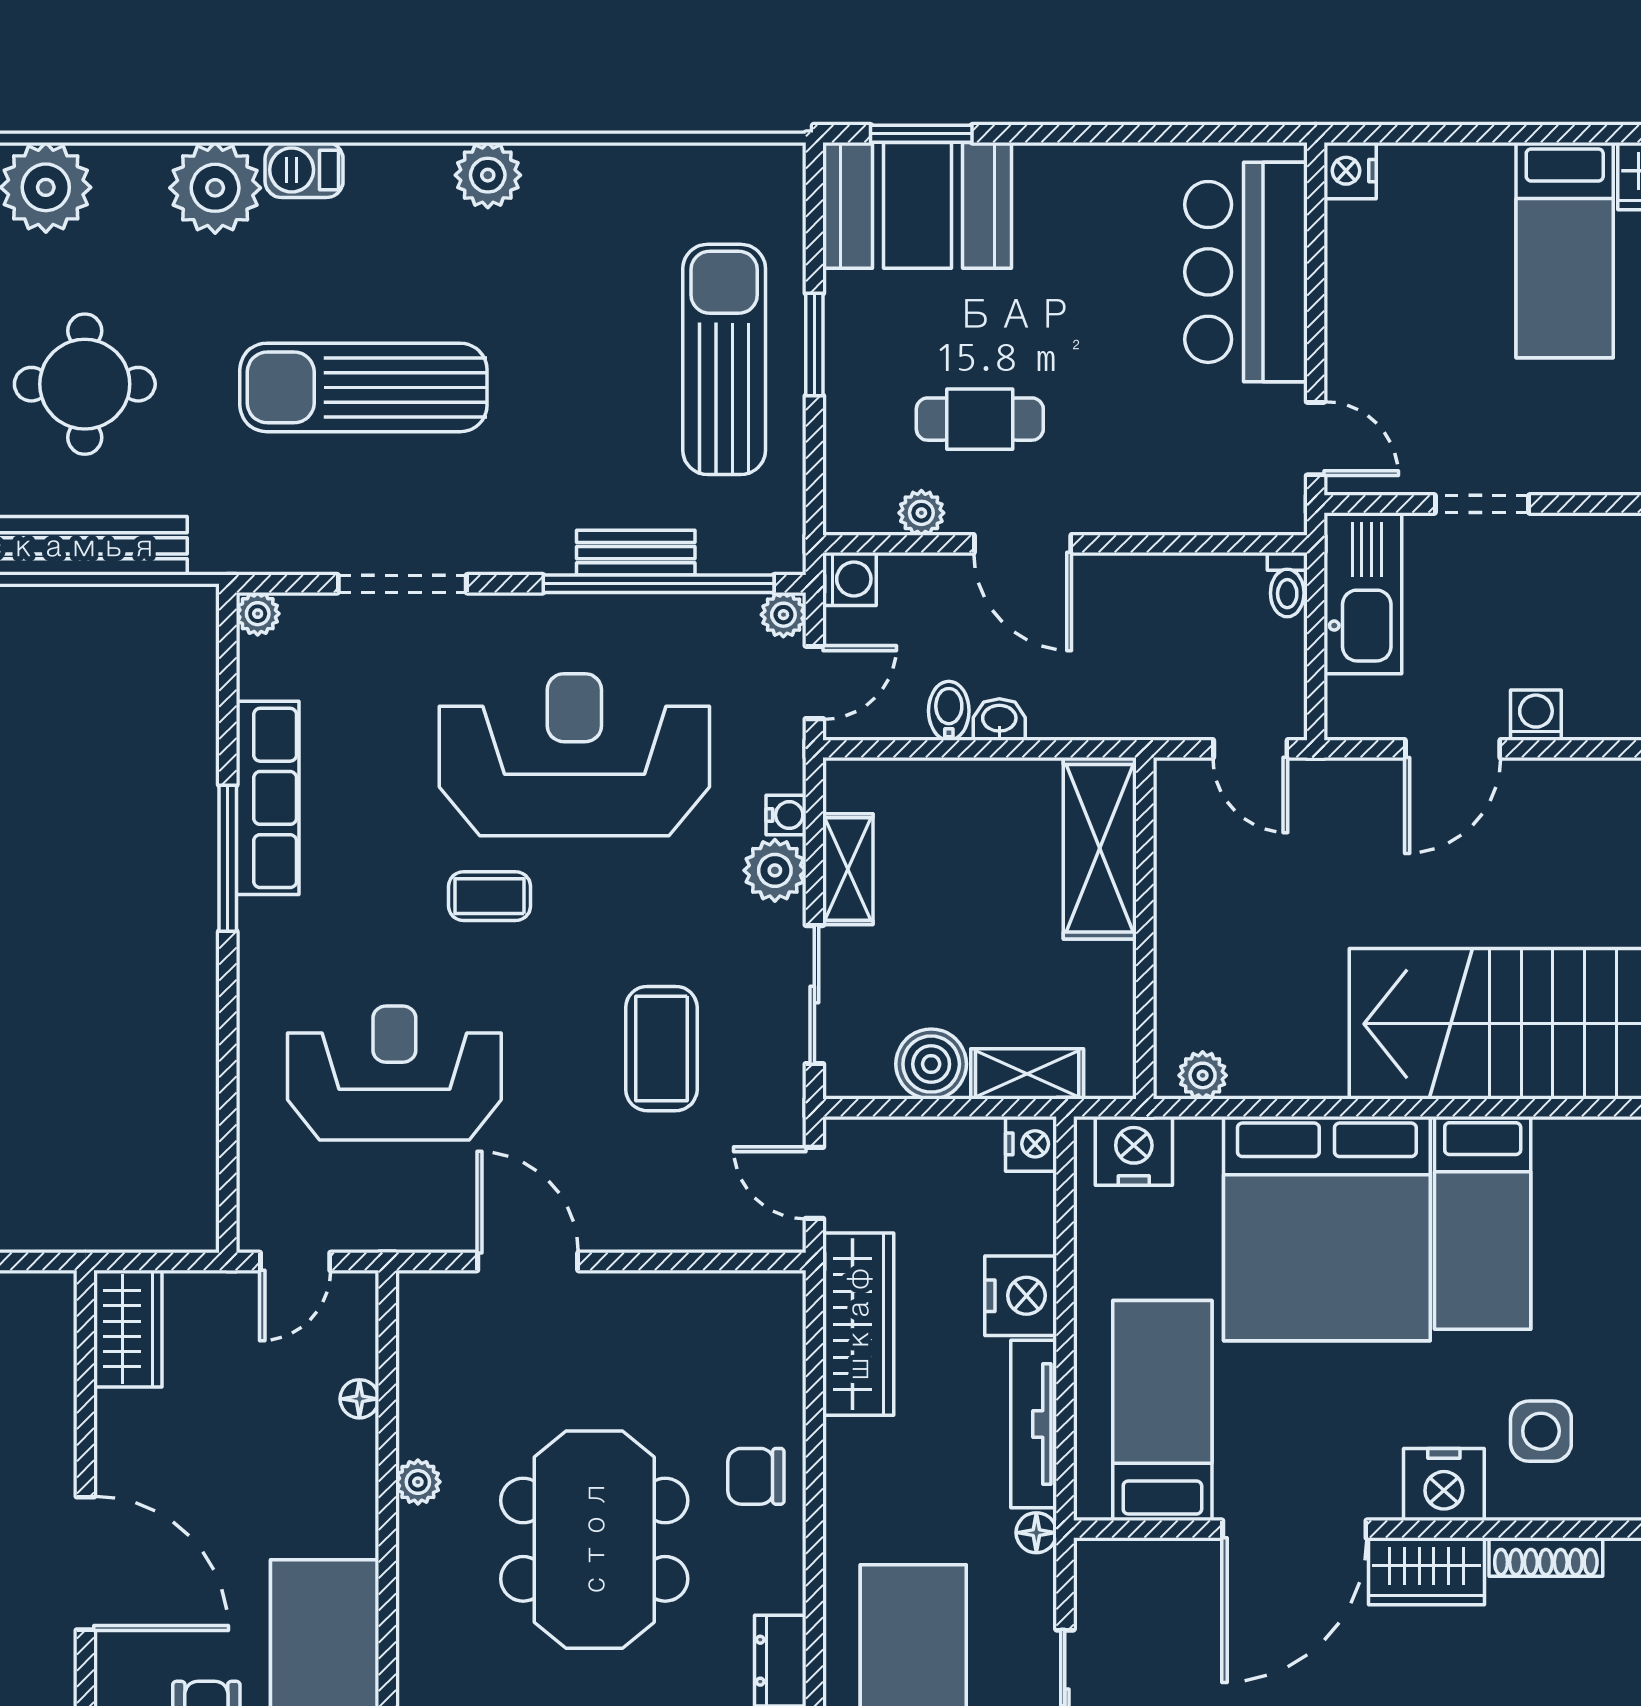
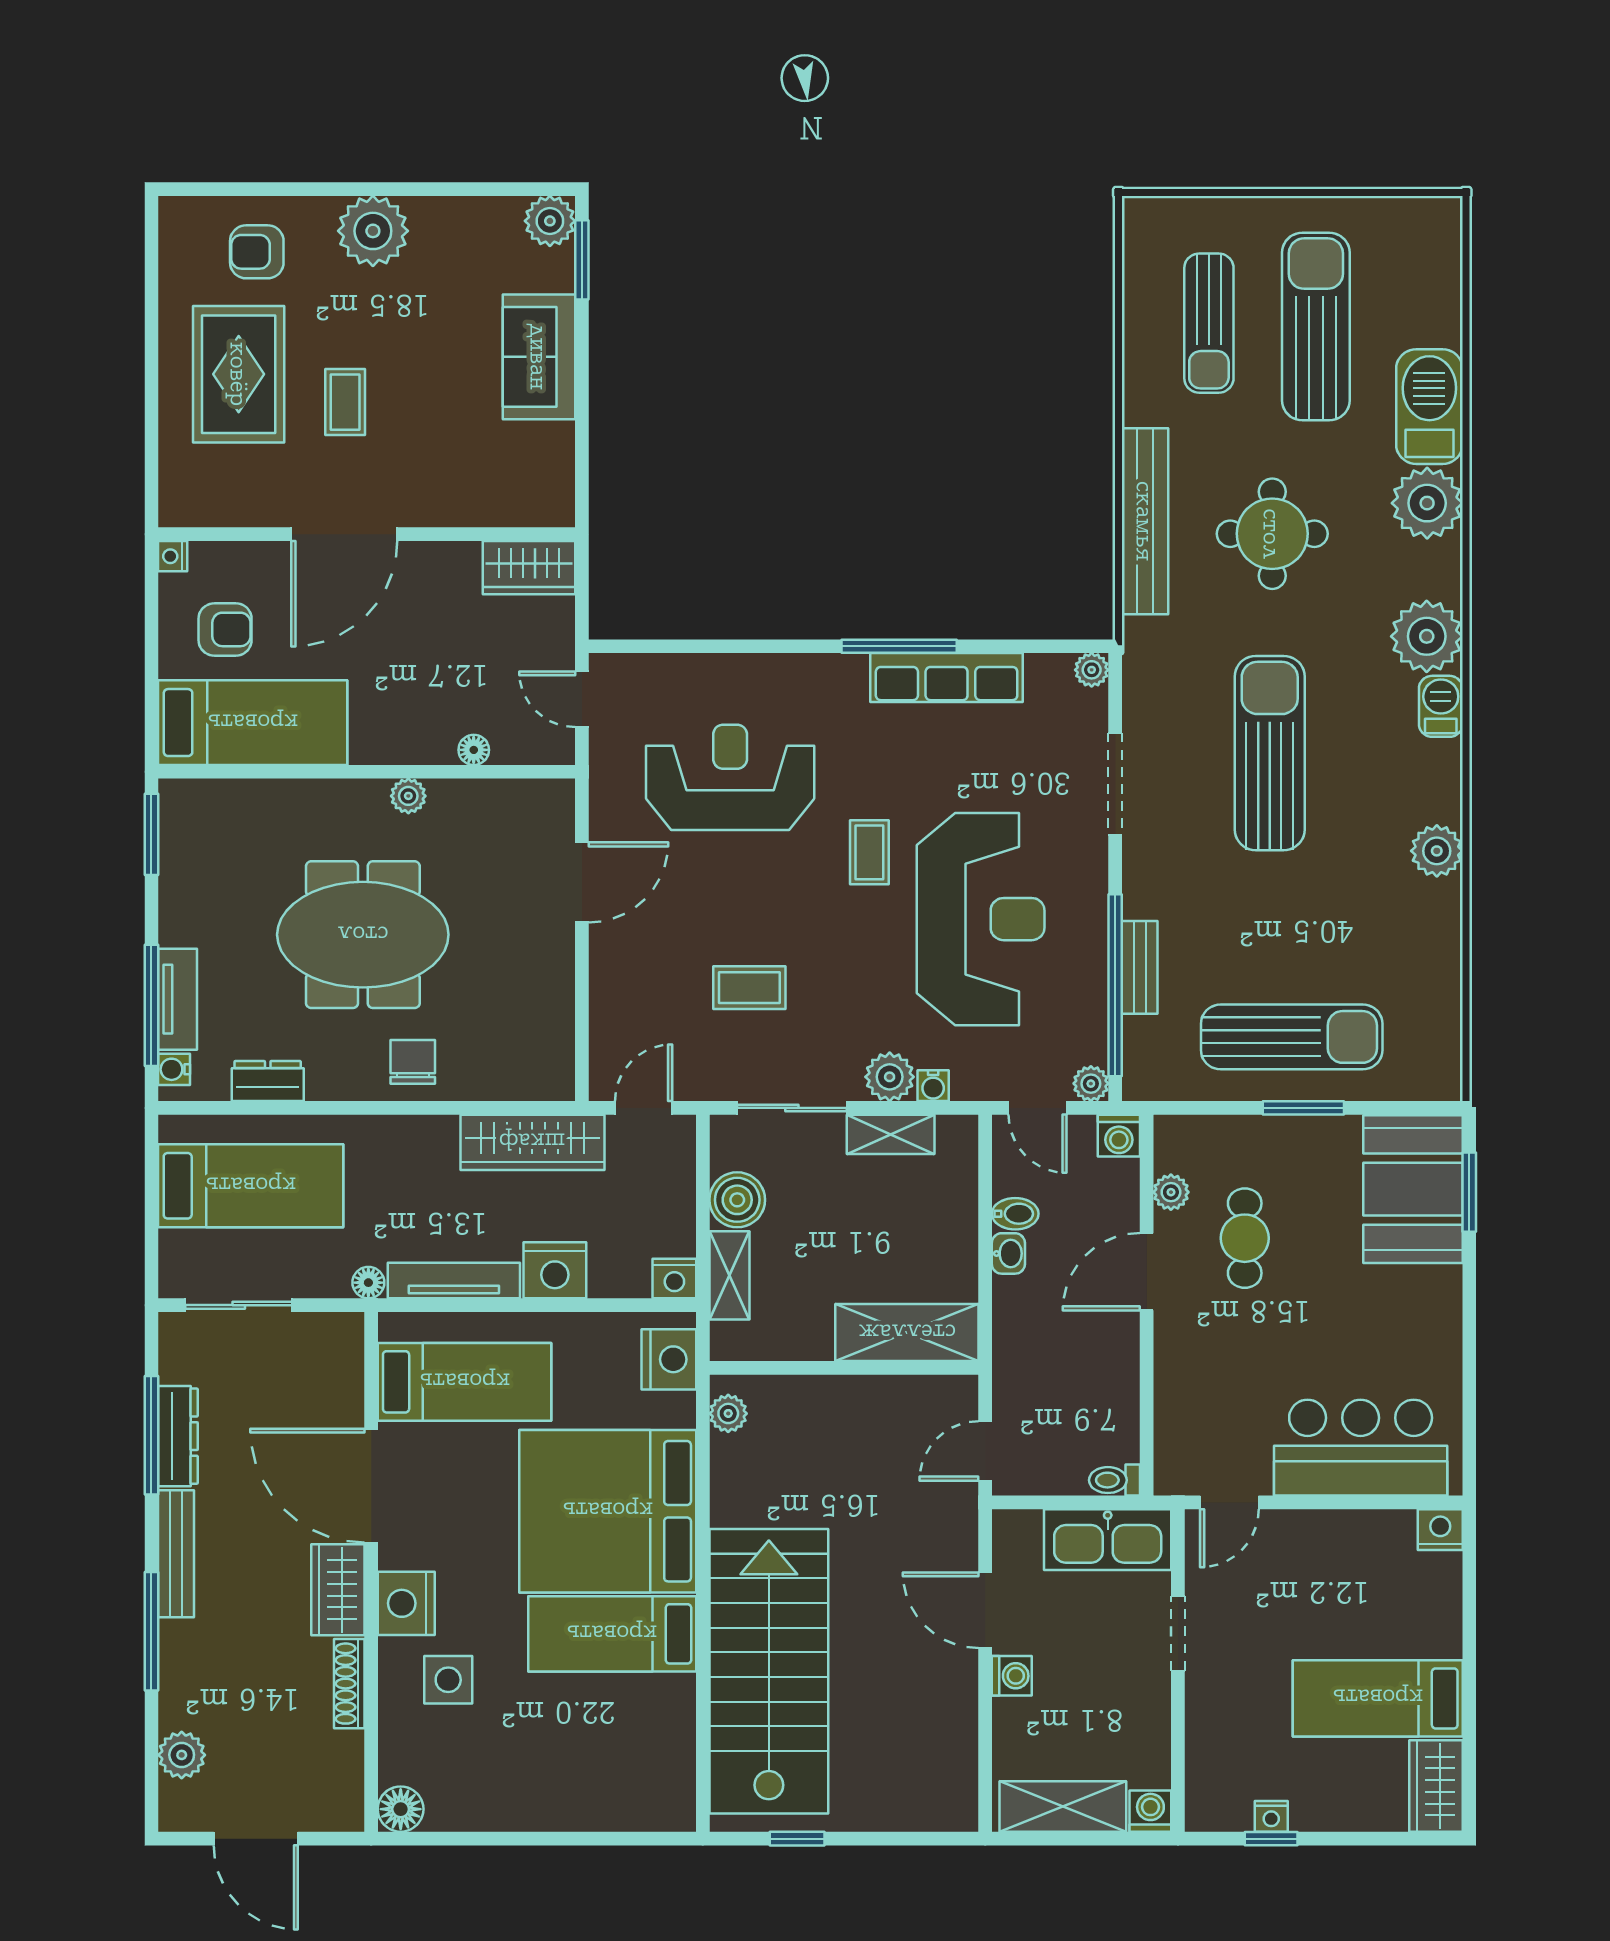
coffee table: (661, 1049) -> (749, 988), width x0.73, depth x0.77
reception desk: (394, 1073) -> (730, 777), turned -90

